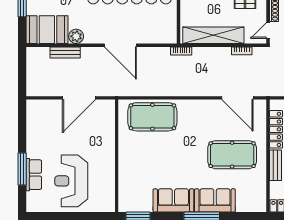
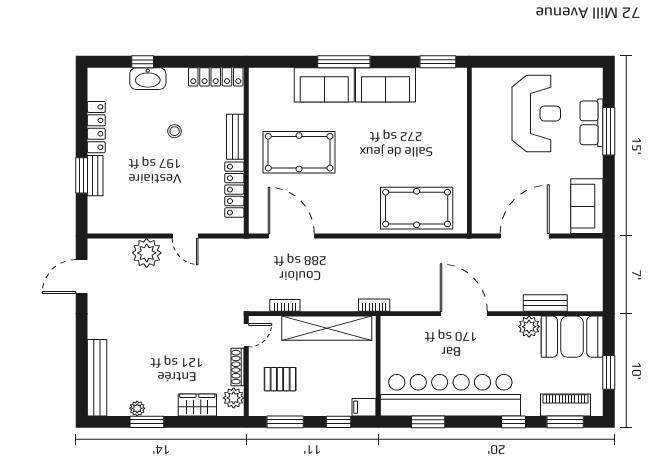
sofa: (37, 118) -> (587, 206), added

